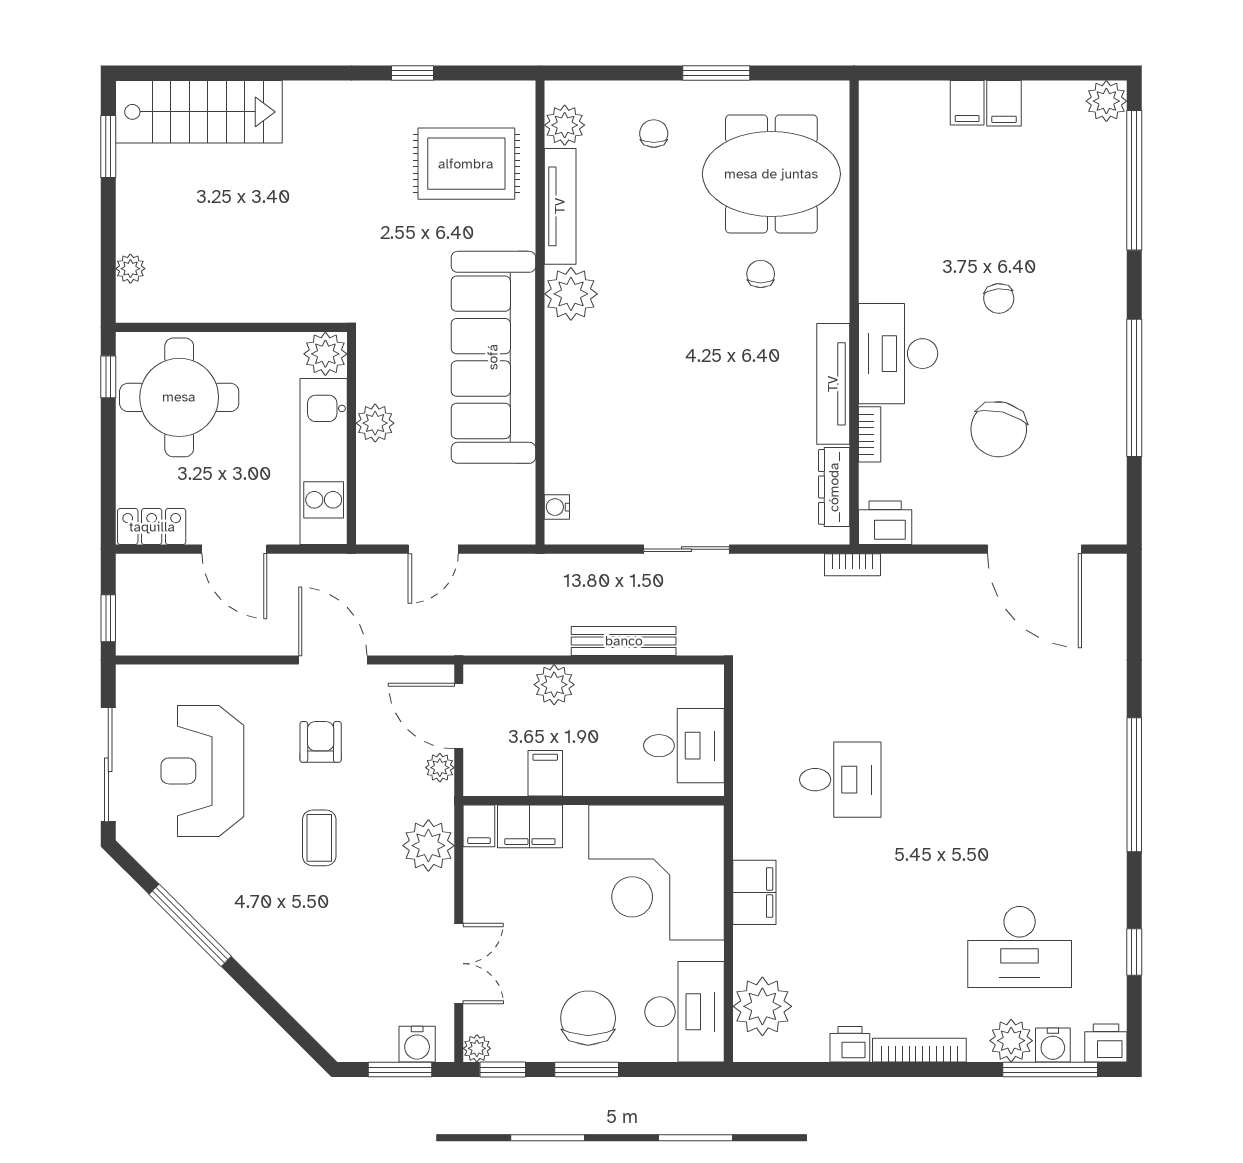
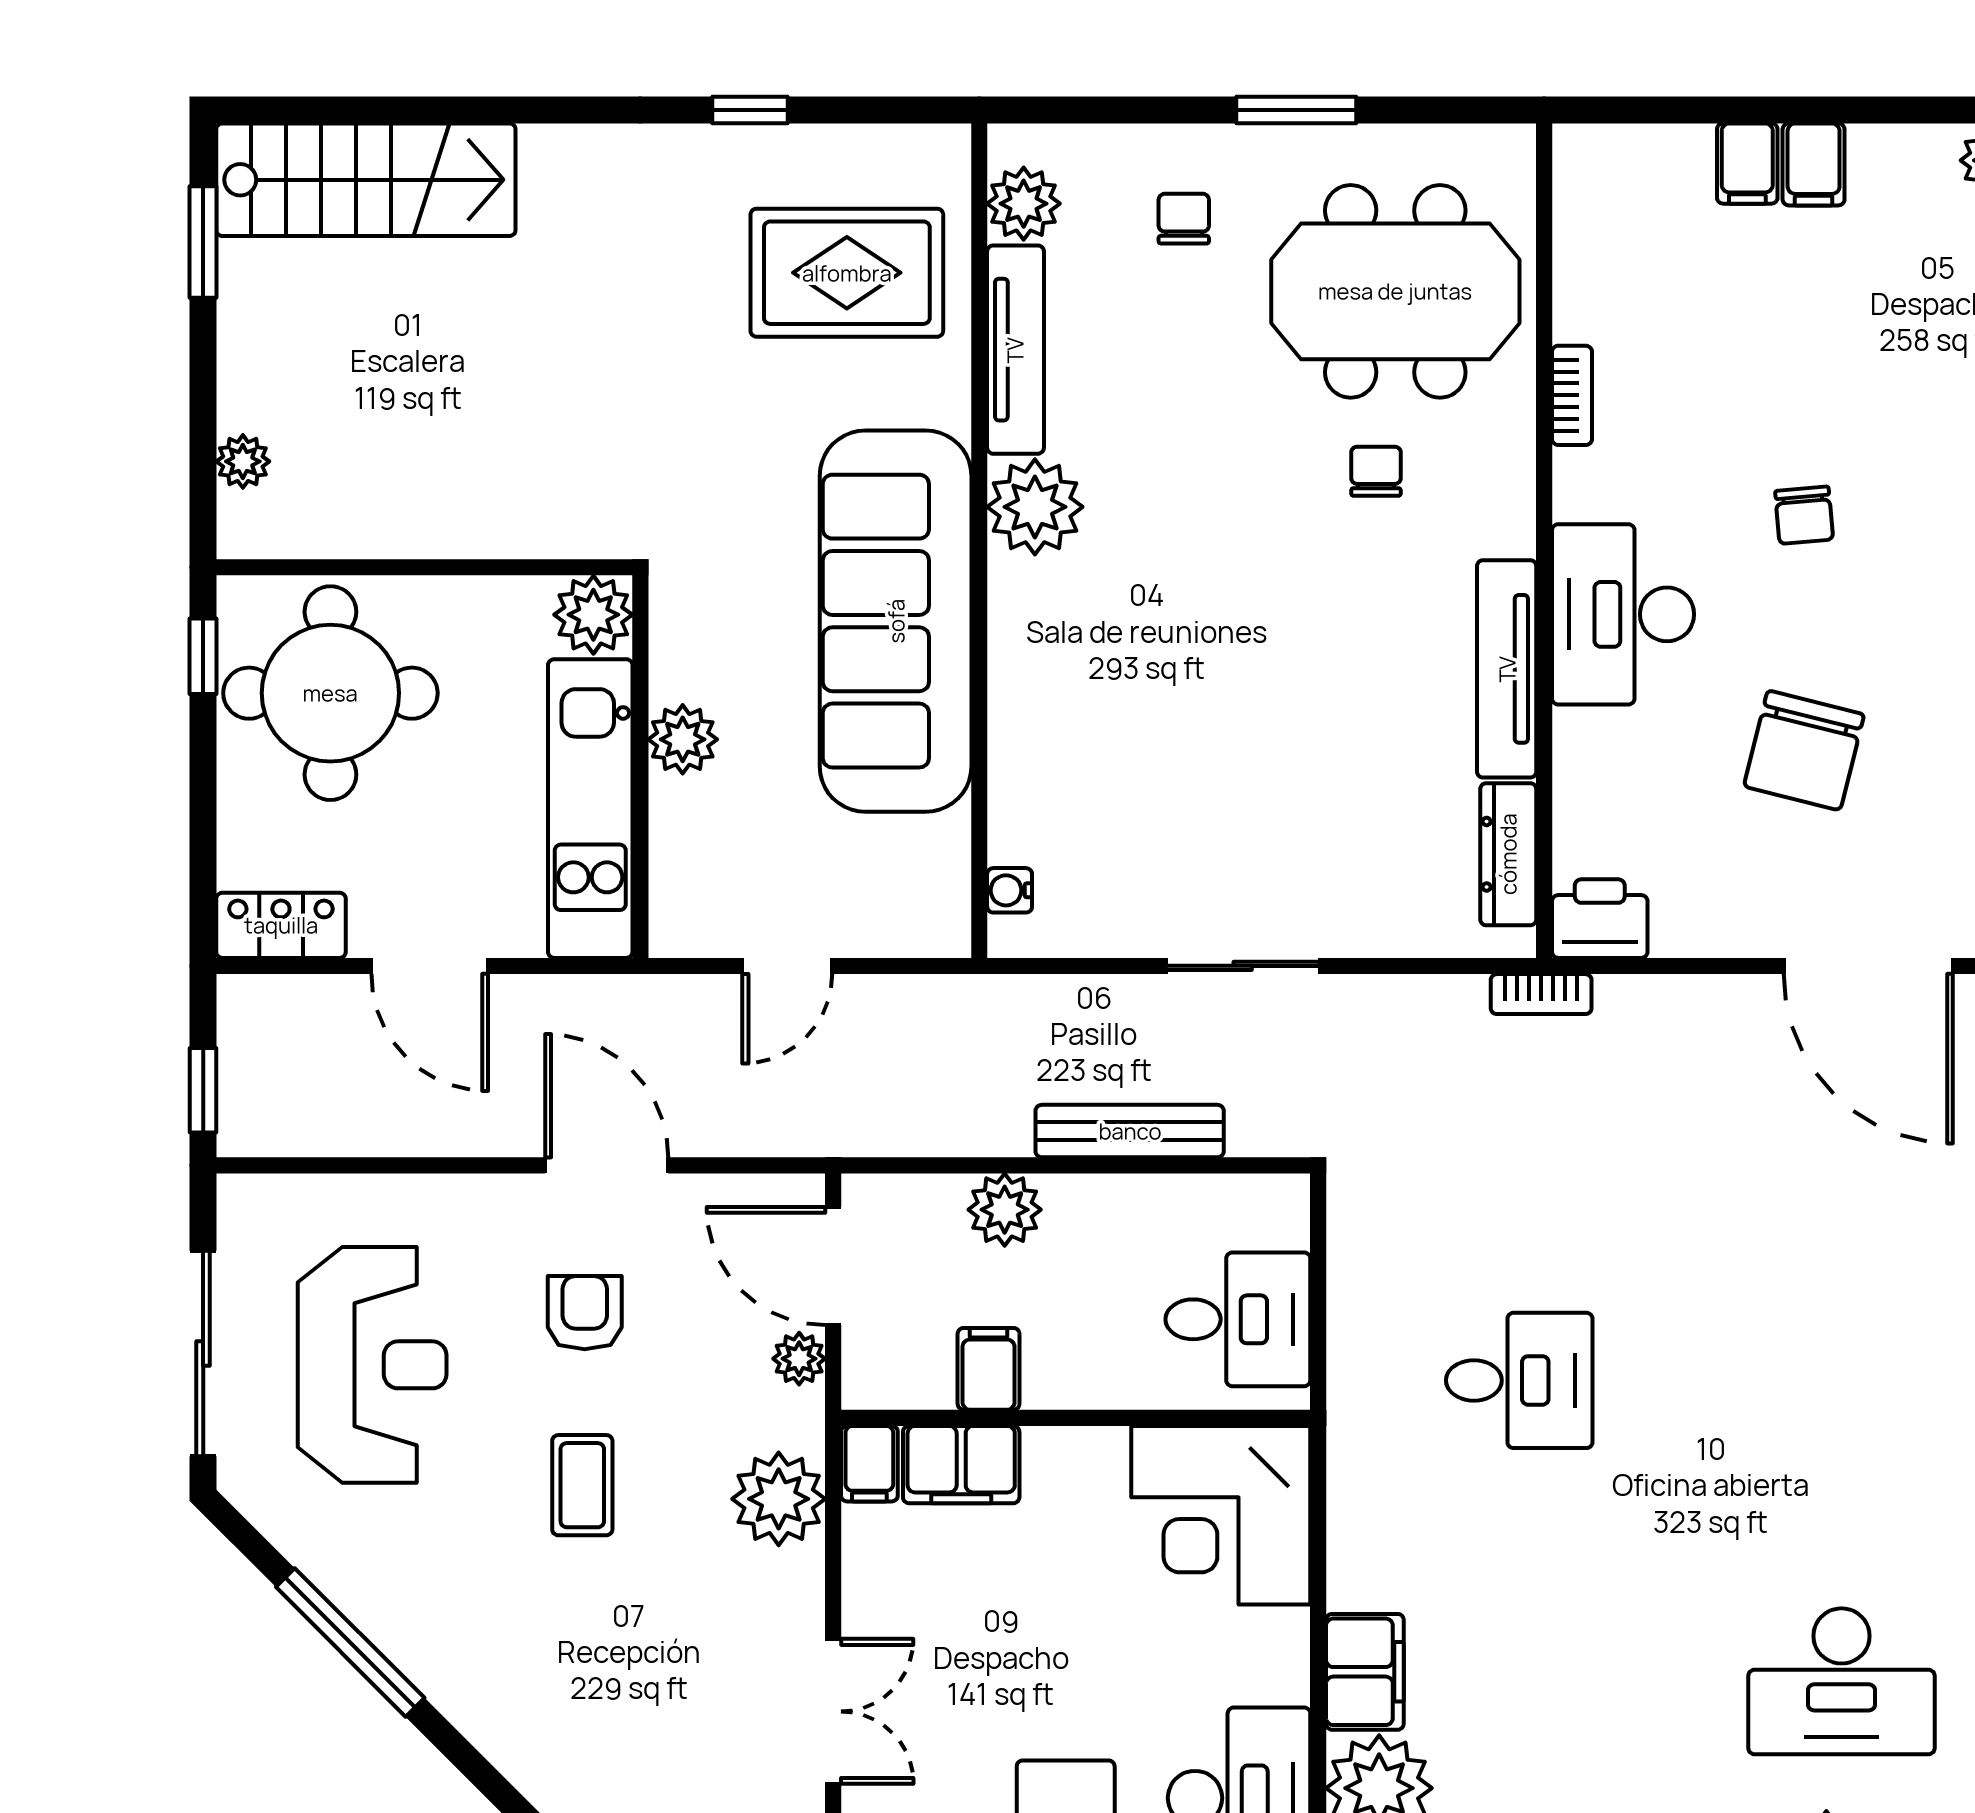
bookcase: (870, 434) -> (1572, 395), moved
reception desk: (202, 771) -> (372, 1365), turned 180
corner desk: (656, 873) -> (1221, 1515), width x0.74, depth x0.74
filing cabinet: (754, 892) -> (1365, 1672), moved

